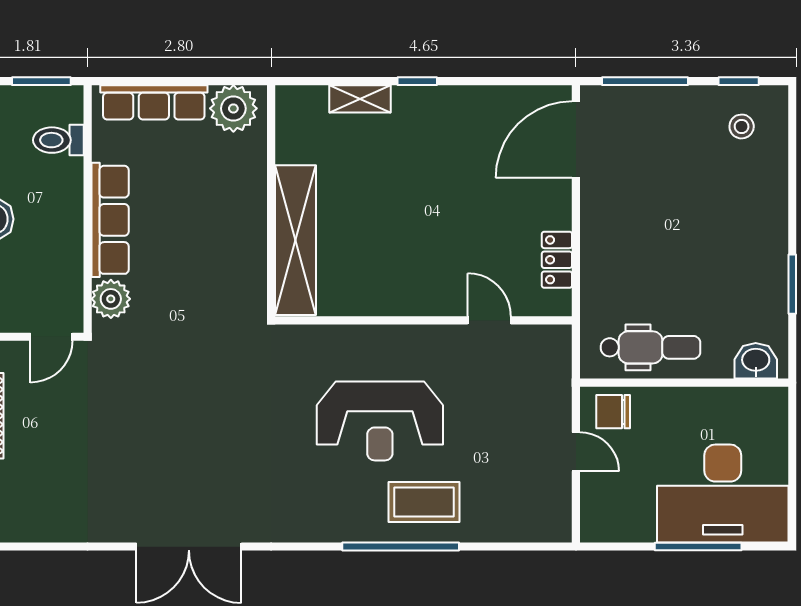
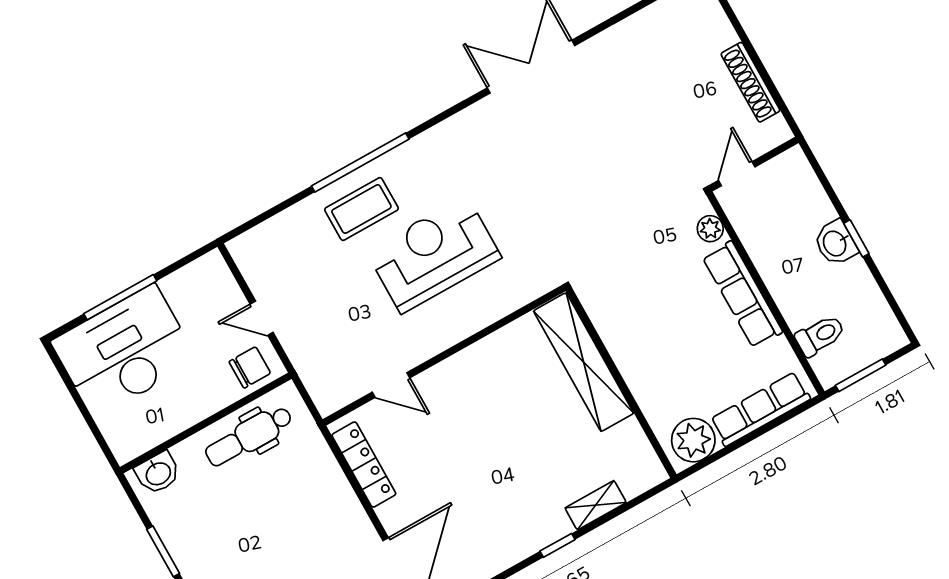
locker: (557, 260) -> (364, 465), width x1.53
plant: (111, 299) -> (710, 229), width x0.73, depth x0.73

